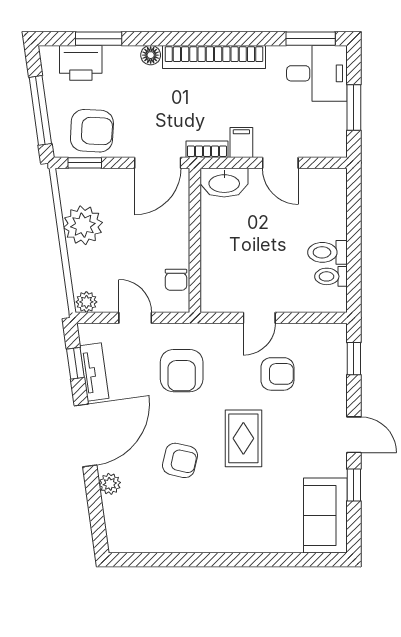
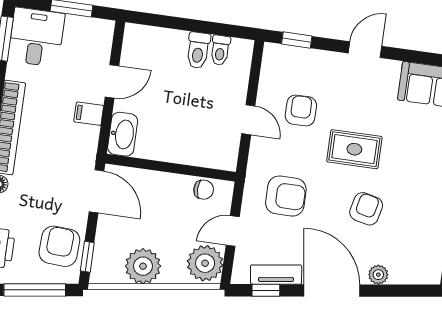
bookcase: (207, 149) -> (90, 145), removed
plant: (86, 302) -> (205, 263), width x1.88, depth x1.88
window: (354, 485) -> (410, 56), removed

